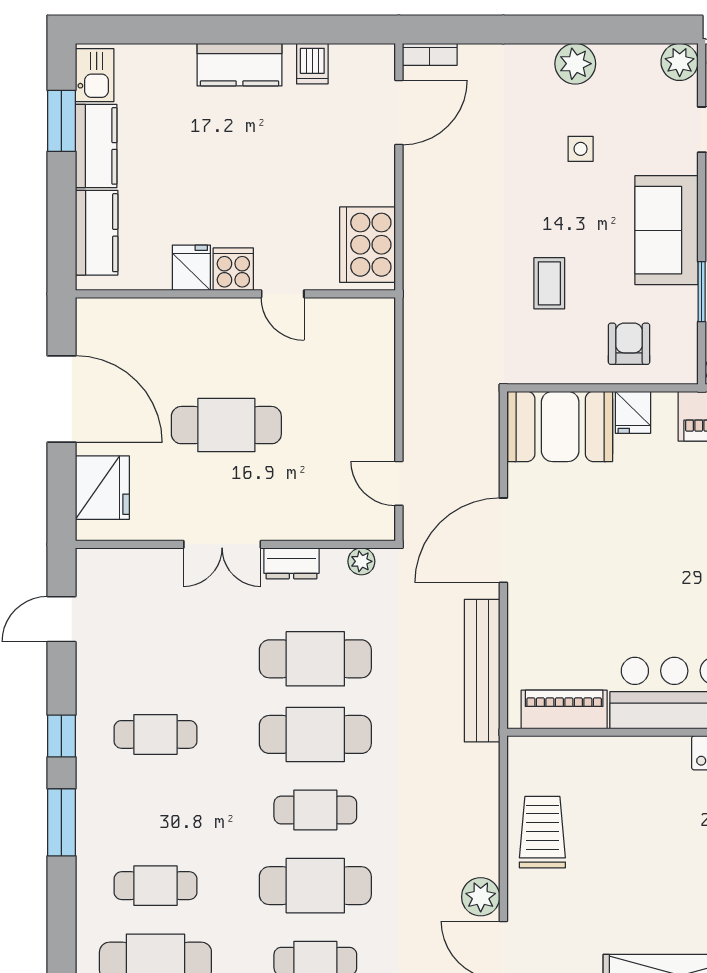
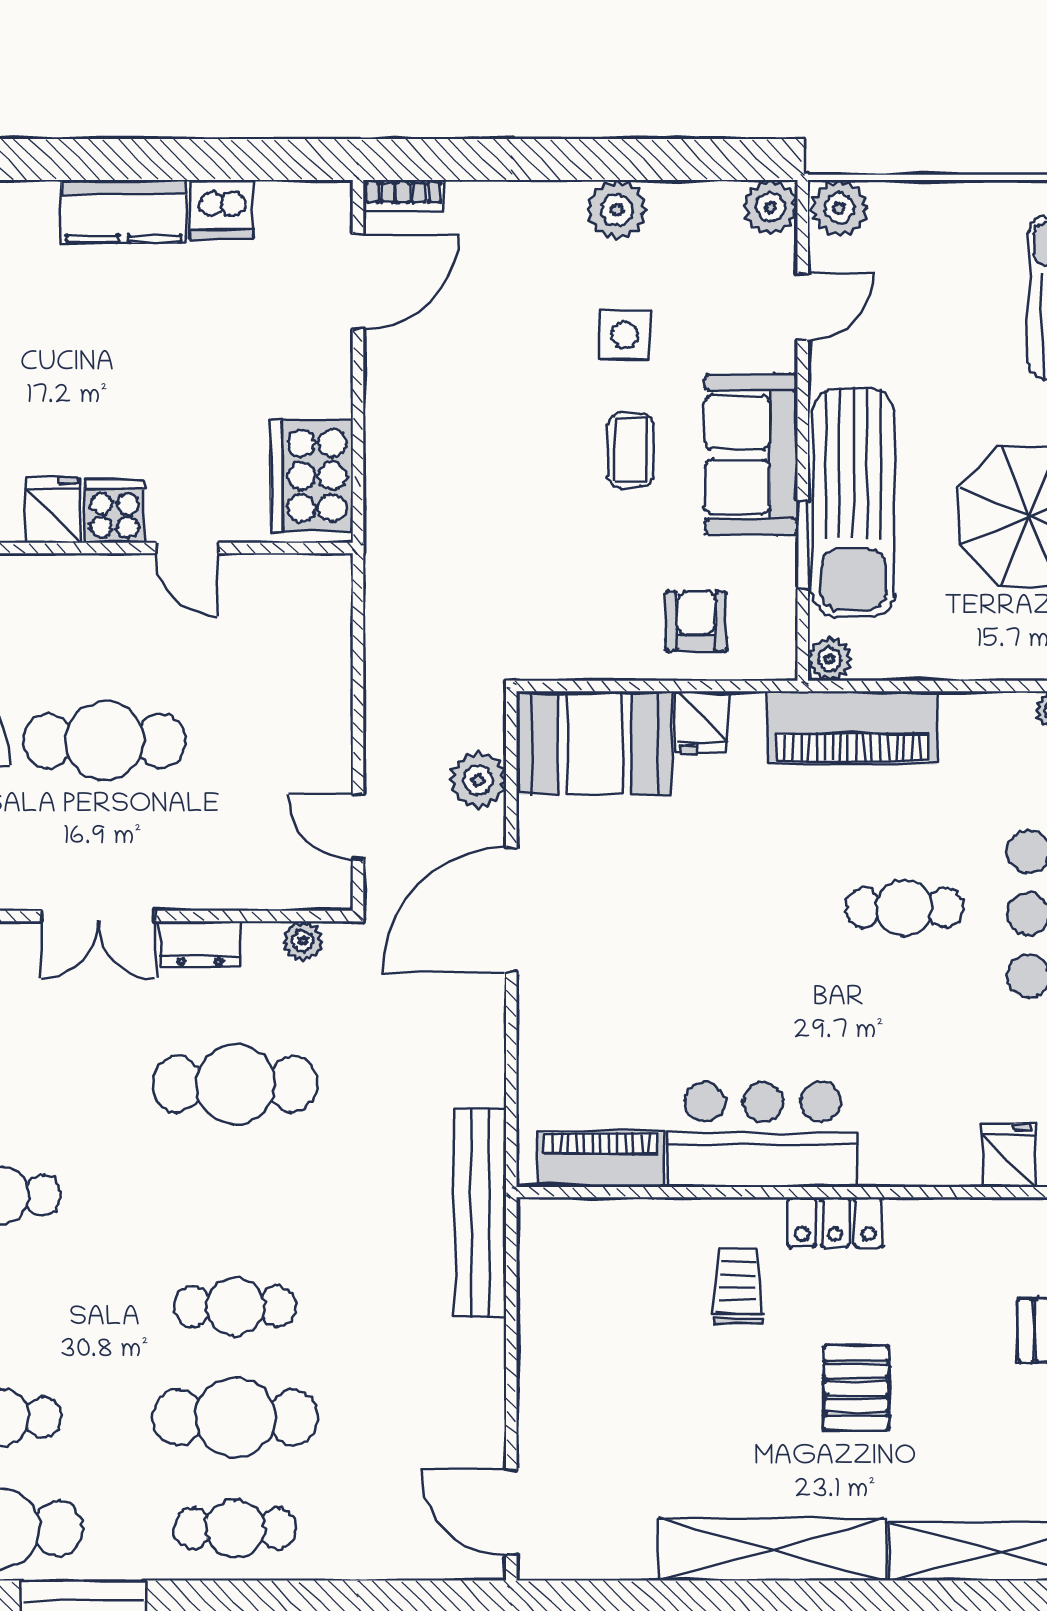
dishwasher: (312, 64) -> (222, 210), width x1.38
side table: (581, 149) -> (625, 335), width x1.37, depth x1.37
coffee table: (549, 283) -> (630, 450), moved
bench: (482, 671) -> (480, 1213), moved
cafe table: (315, 734) -> (235, 1195), removed
trolley: (542, 832) -> (738, 1286), moved, width x0.73, depth x0.72
plant: (481, 897) -> (478, 780), moved

